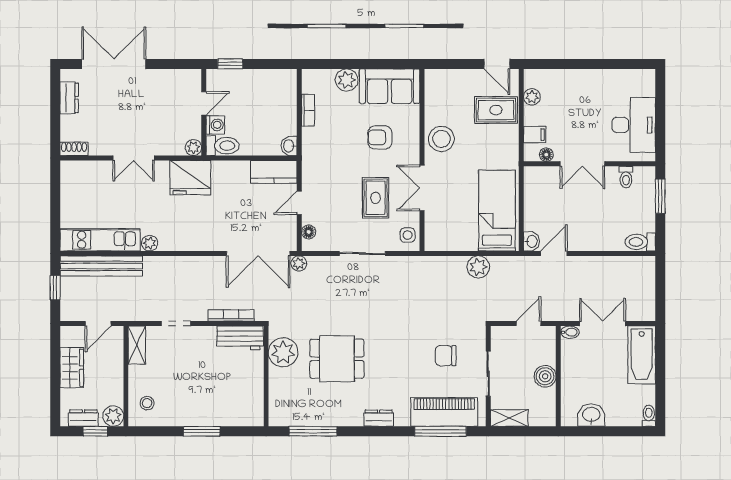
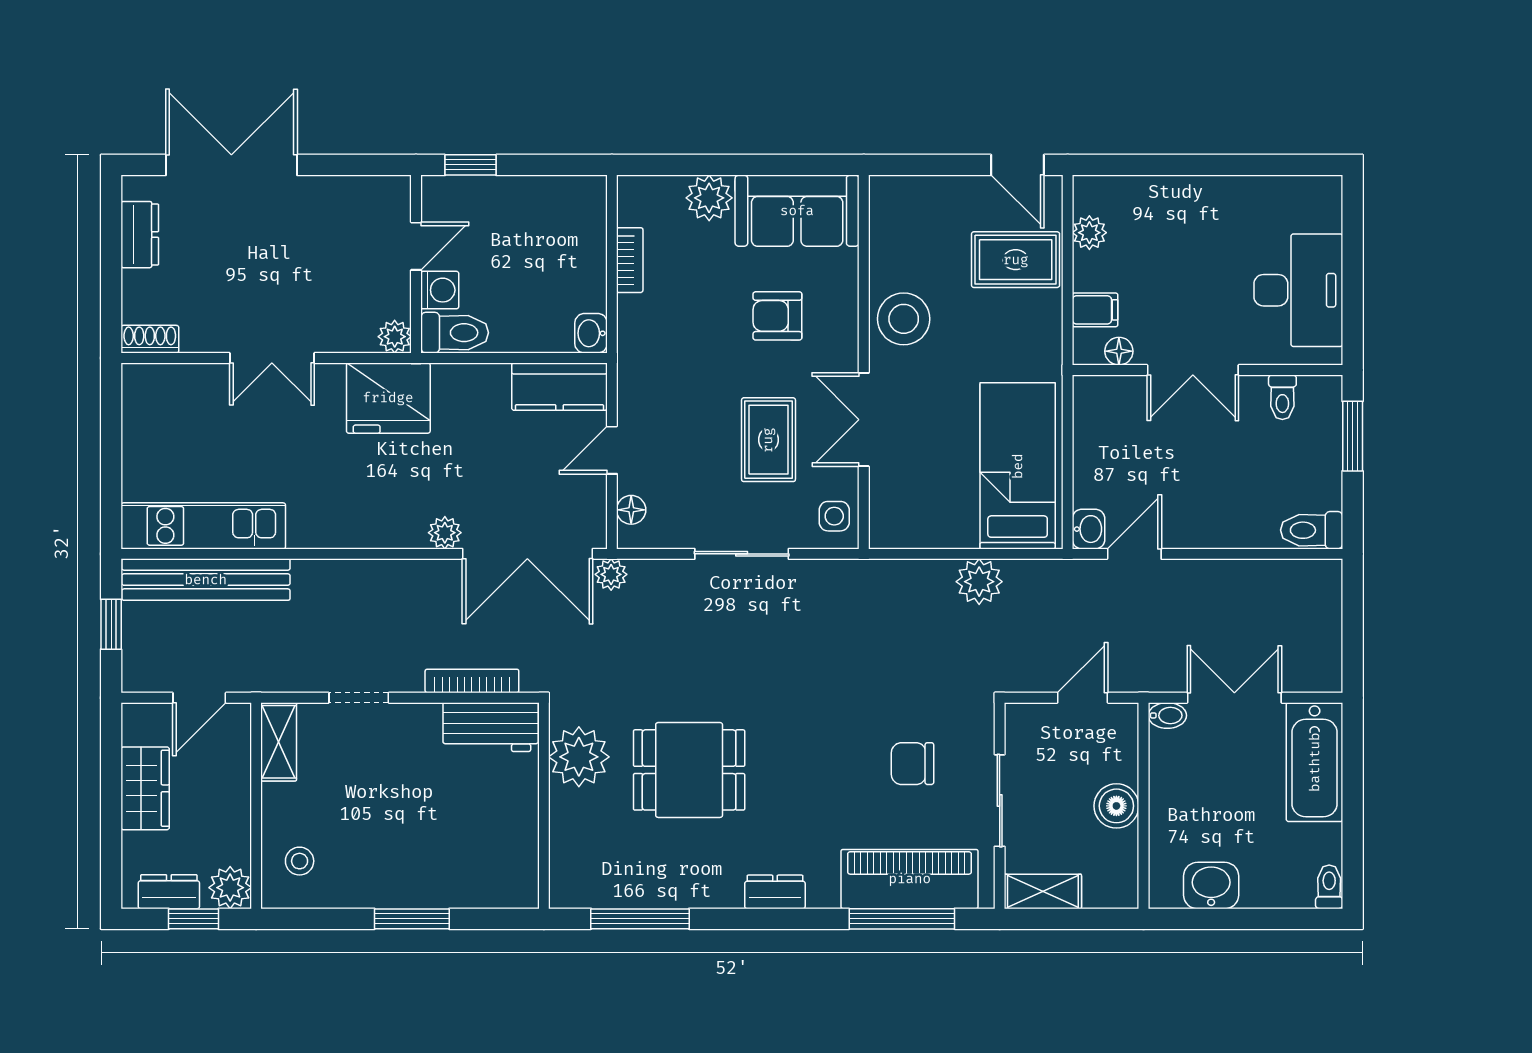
plant: (150, 243) -> (445, 533), moved

